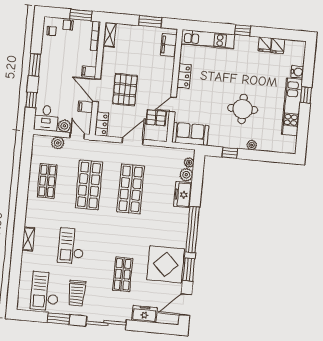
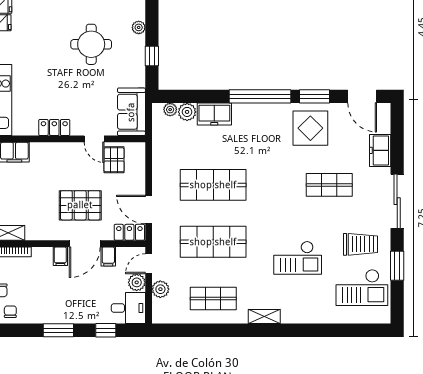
door: (133, 141) -> (149, 209), moved
shelving: (28, 239) -> (264, 317), moved
display table: (166, 264) -> (310, 128), width x0.73, depth x0.73

